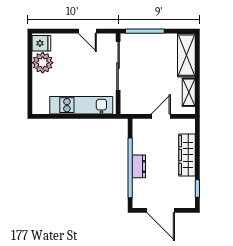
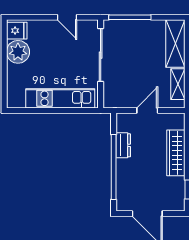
dresser: (139, 166) -> (123, 145), moved

